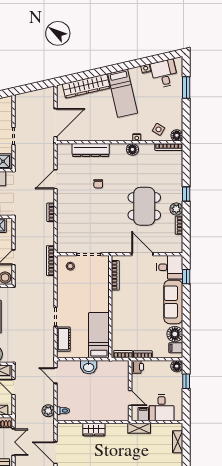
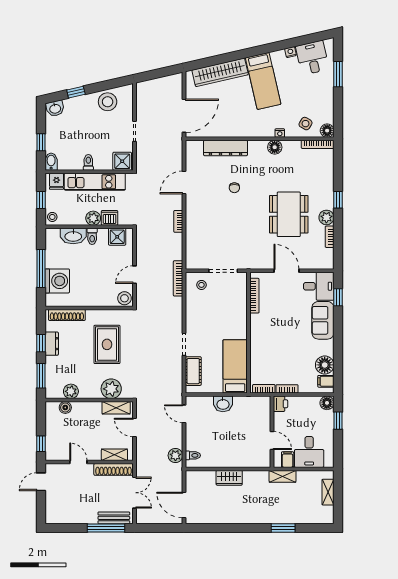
sofa: (173, 302) -> (323, 320), width x0.73

